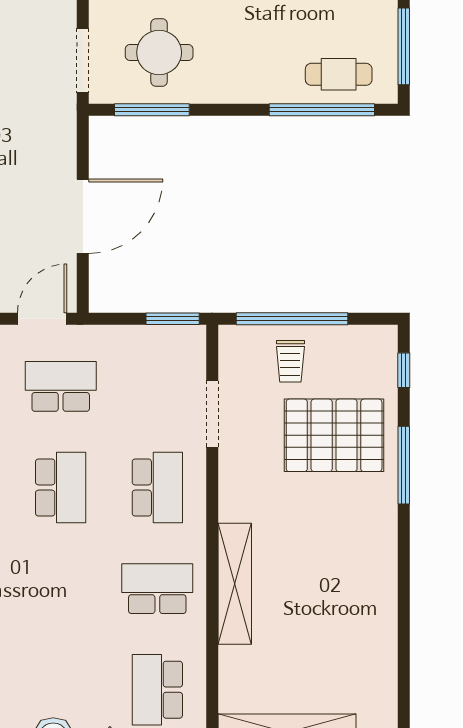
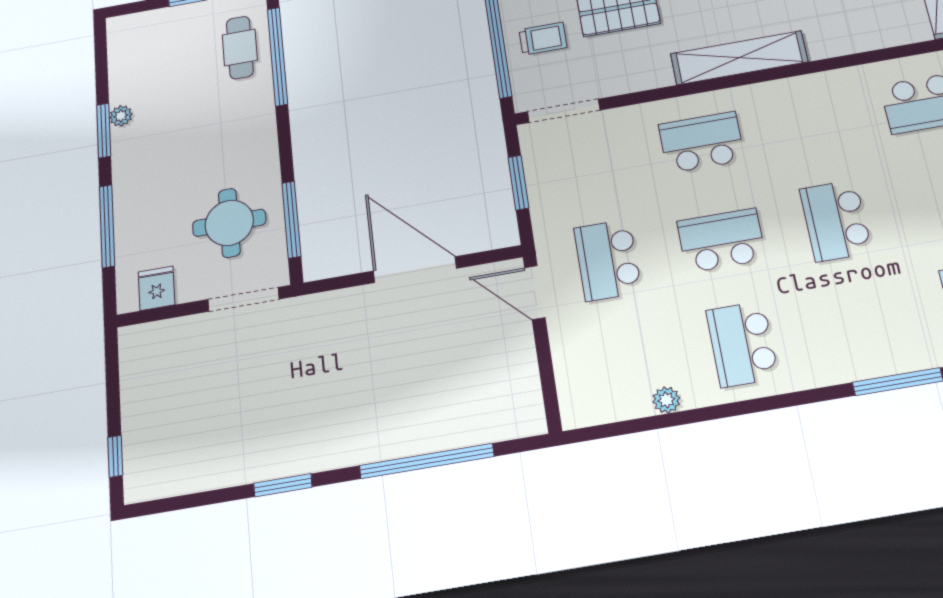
window: (173, 319) -> (518, 183), moved
doorway: (212, 414) -> (564, 111), moved
shelving: (235, 584) -> (739, 58), moved
school desk: (157, 589) -> (836, 221), moved

